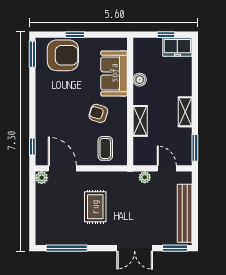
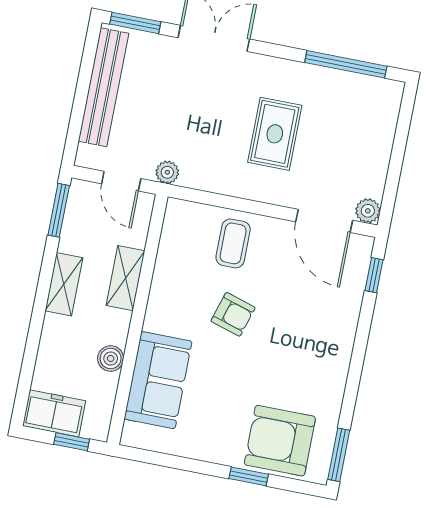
sofa: (114, 73) -> (158, 380), moved
boiler: (140, 80) -> (111, 359), moved
wall: (130, 102) -> (137, 319), moved
shelving: (140, 121) -> (125, 278), moved

